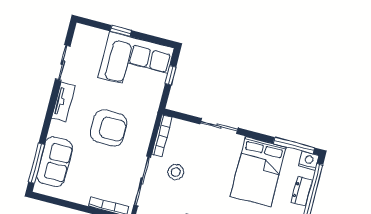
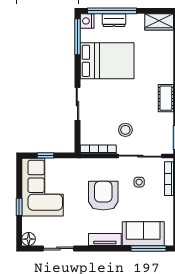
floor lamp: (82, 32) -> (29, 239), added
tv unit: (63, 102) -> (105, 239), moved
side table: (113, 172) -> (139, 182), added

